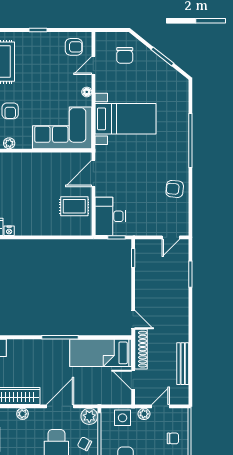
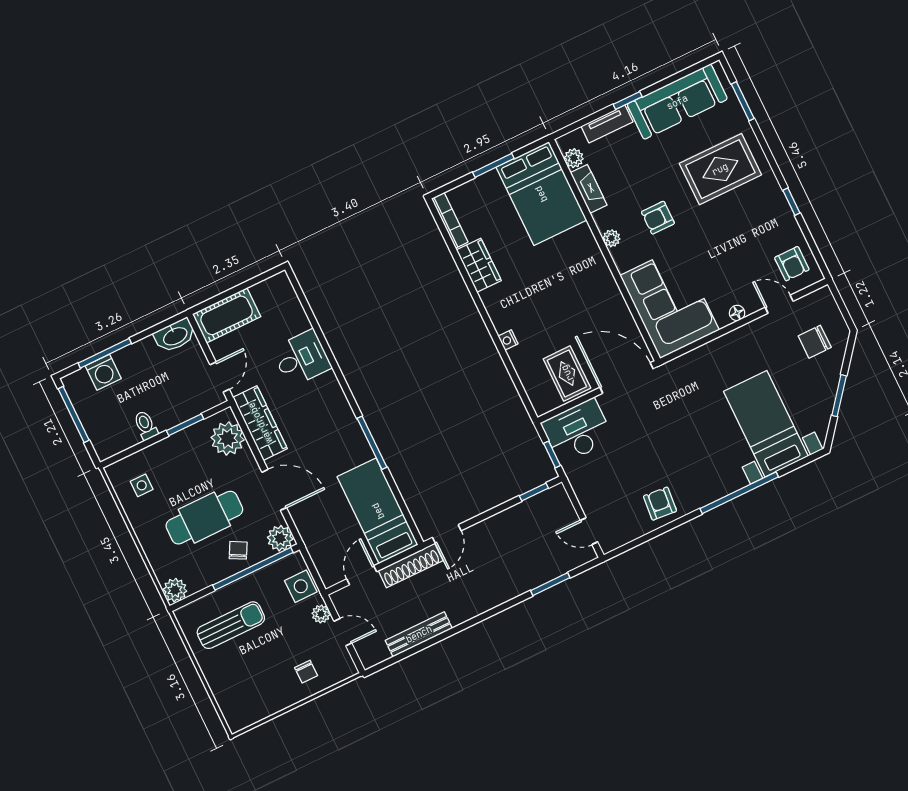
bed with nightstands: (126, 119) -> (766, 424), moved, turned 180
door: (93, 173) -> (626, 378), width x1.36
nightstand: (9, 231) -> (508, 340), moved
plant: (23, 414) -> (228, 439), width x1.87, depth x1.87

